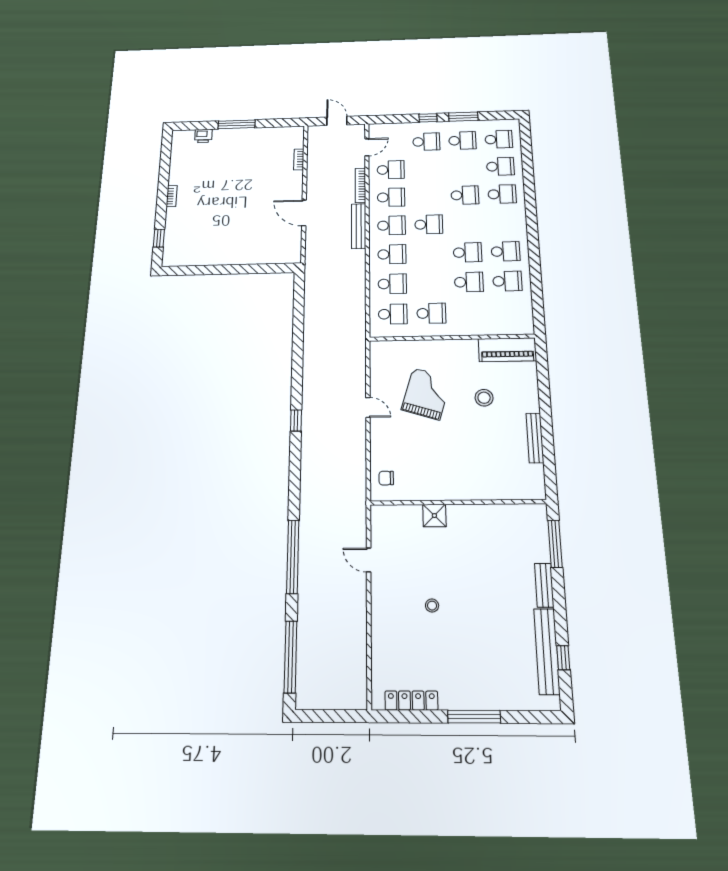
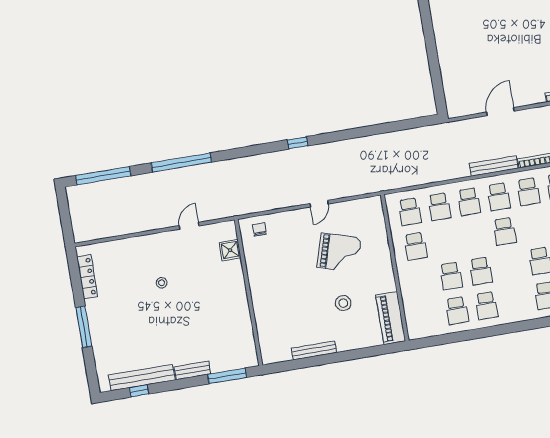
shower: (434, 516) -> (230, 250), moved

